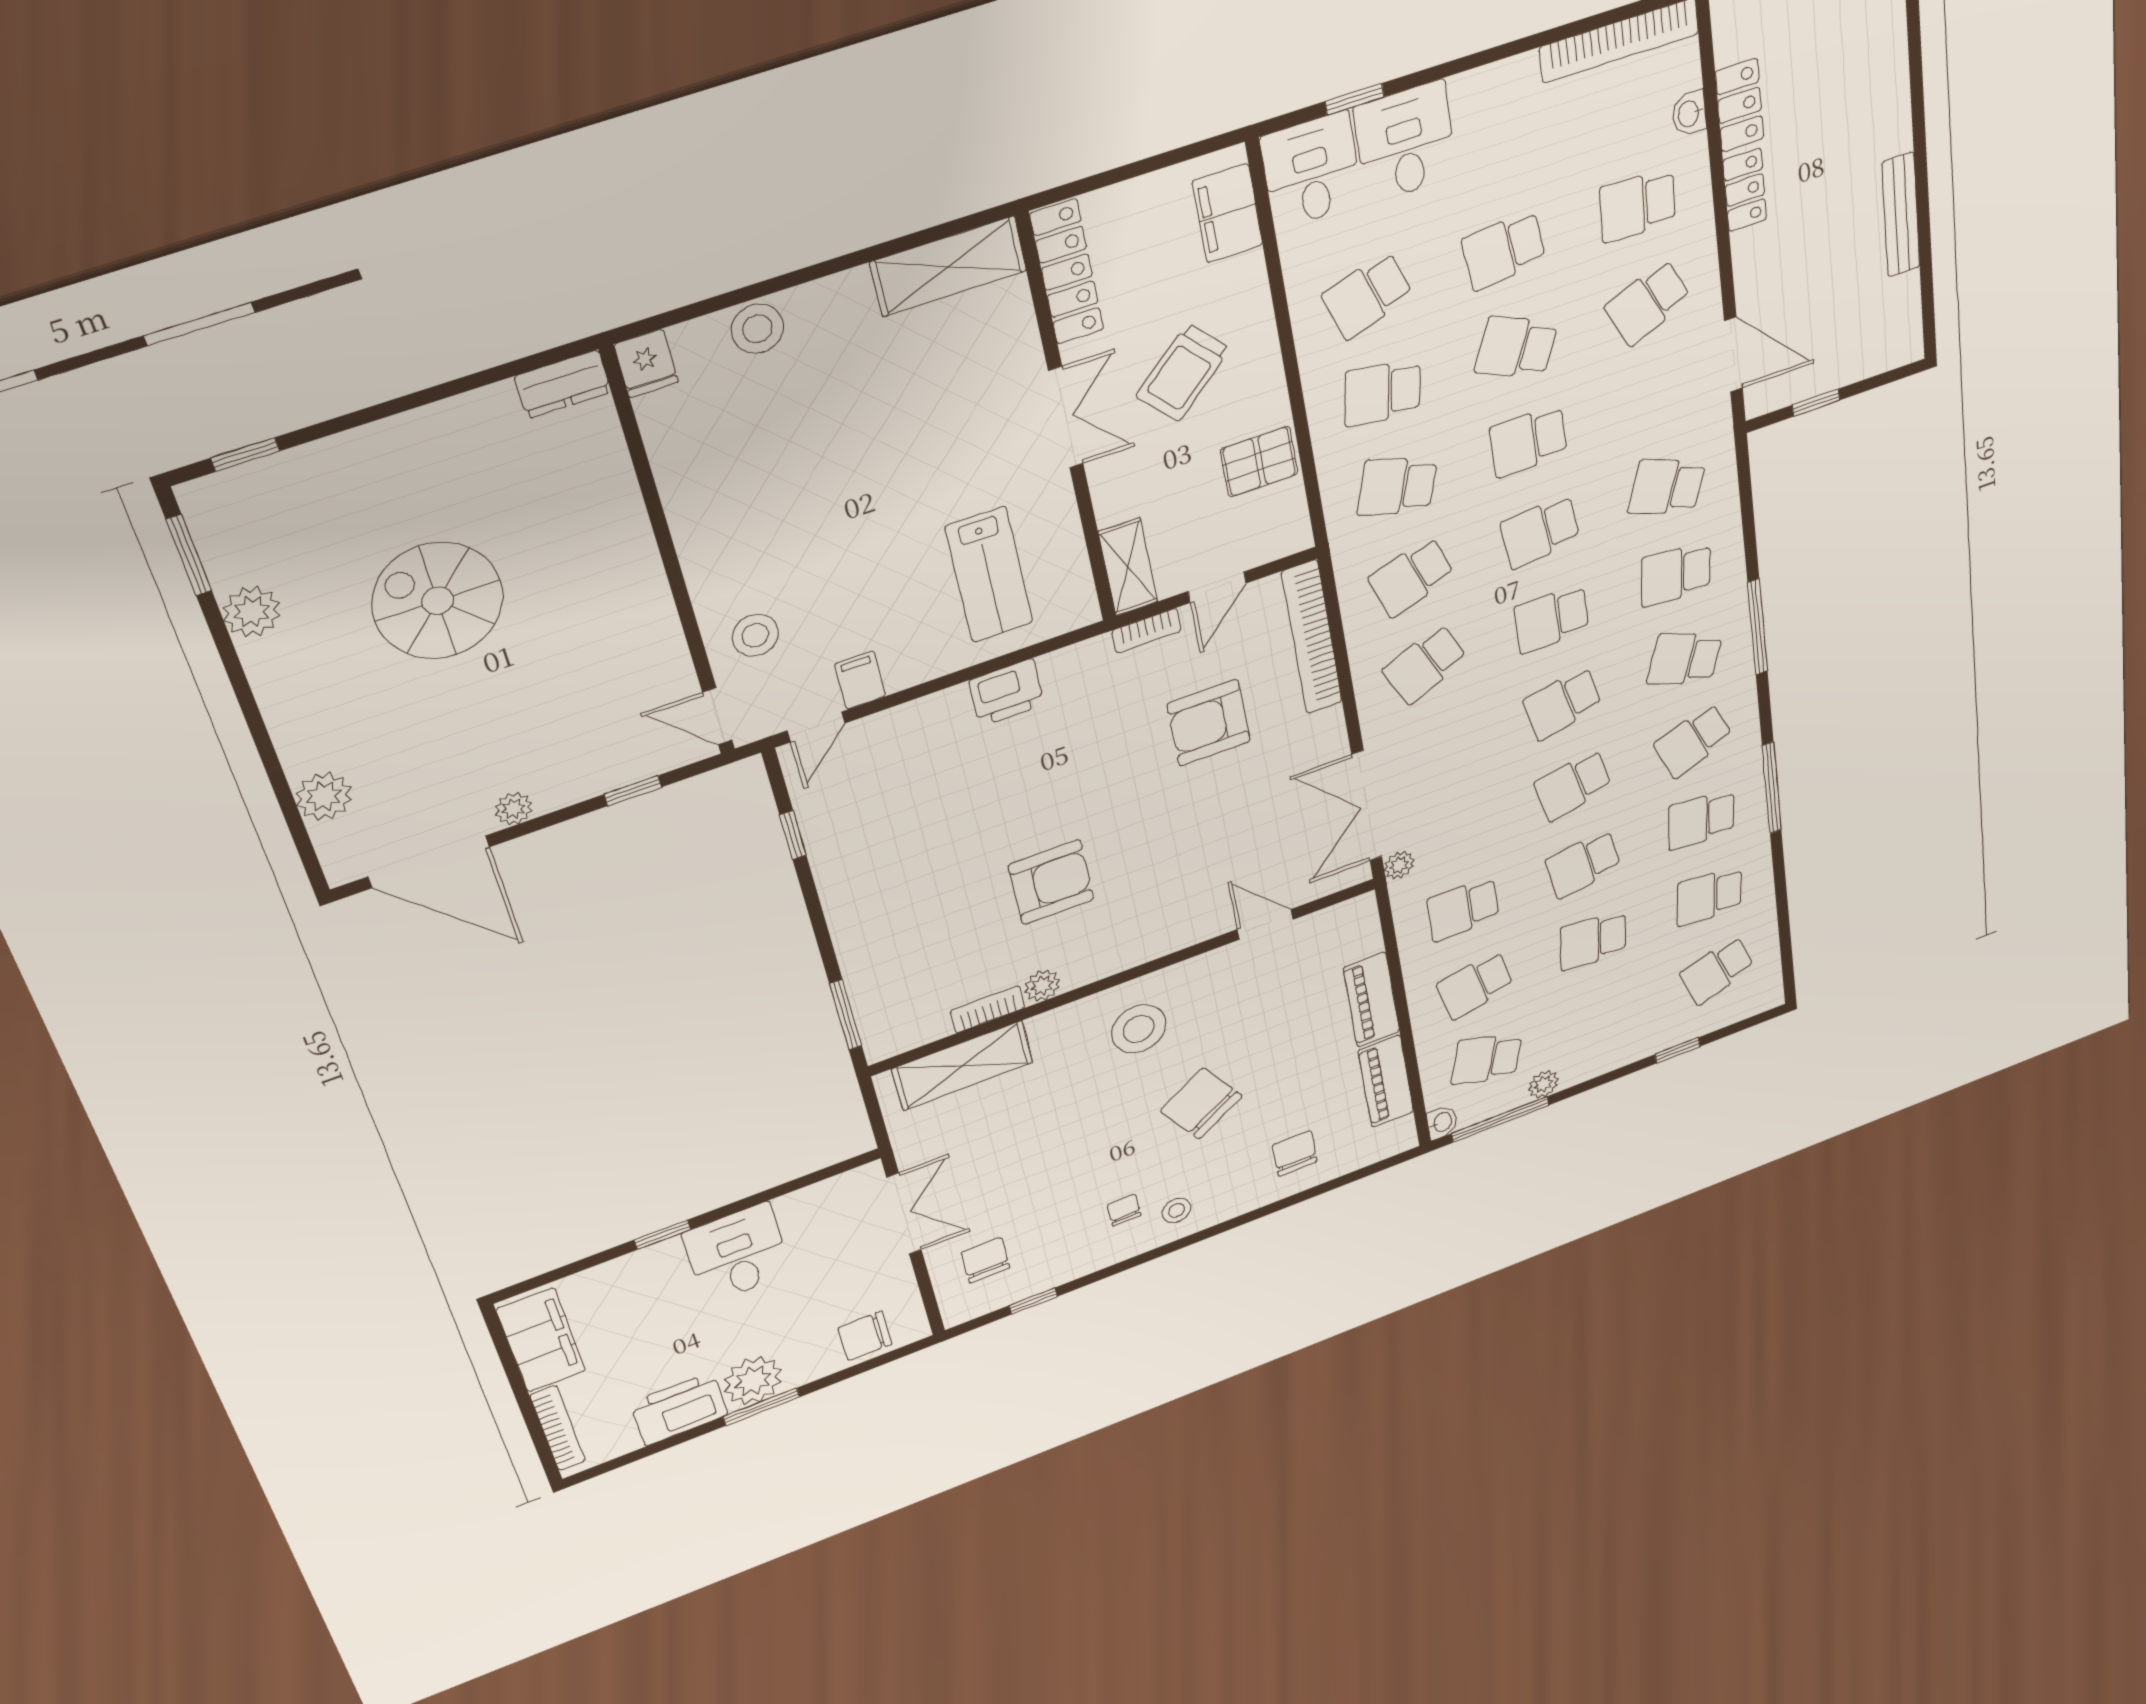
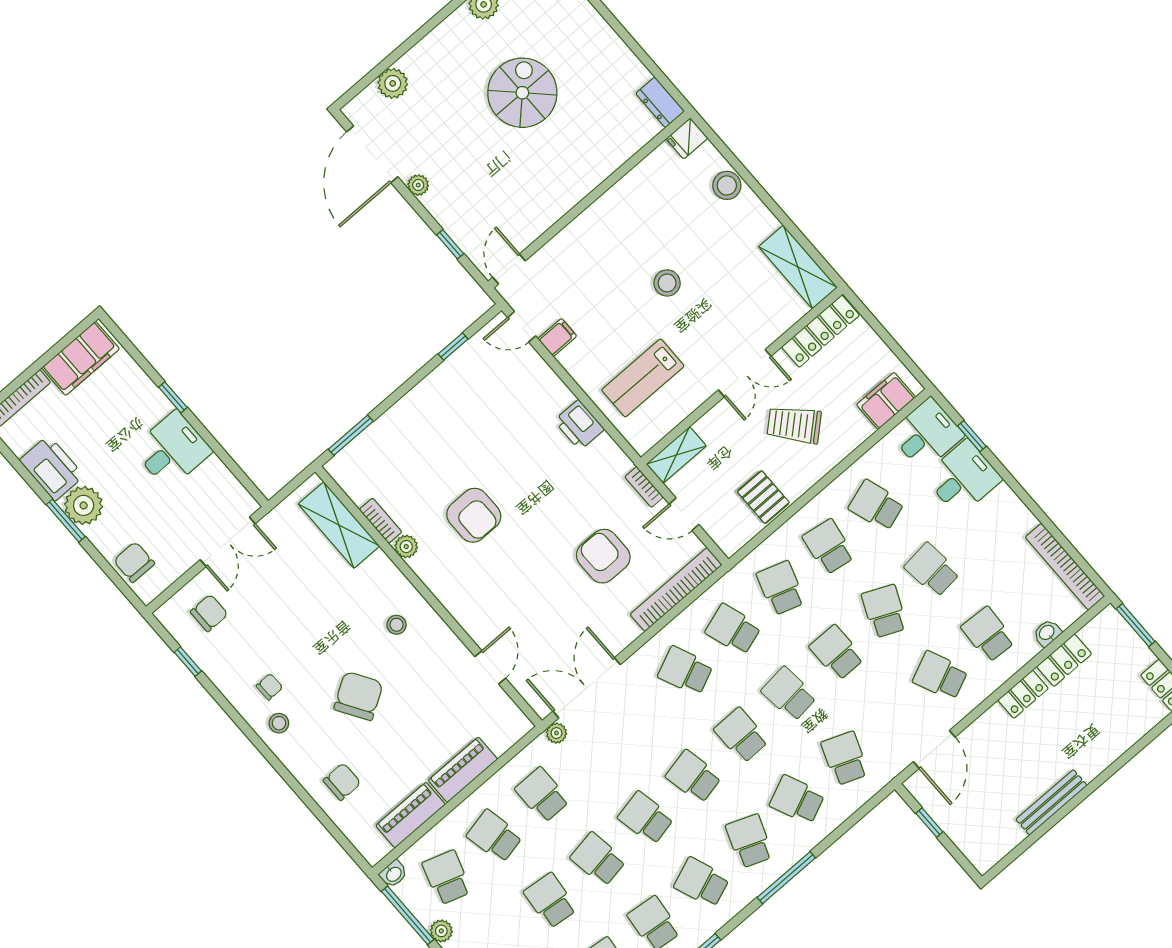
school desk: (1676, 574) -> (797, 800), turned -30
stool: (755, 635) -> (667, 283), moved
stool: (1139, 1029) -> (397, 625), width x0.53, depth x0.53

